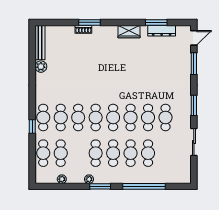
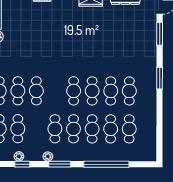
cafe table: (96, 117) -> (129, 129), moved
sliding door: (194, 142) -> (159, 117), removed
window: (65, 186) -> (22, 164), added

